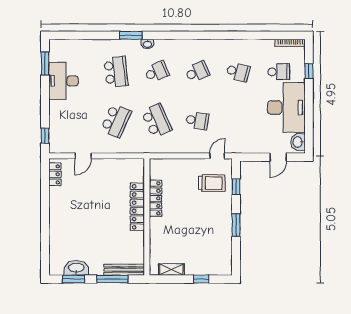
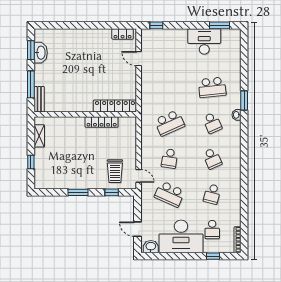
school desk: (116, 121) -> (170, 194), moved
locker: (137, 207) -> (115, 106), moved
bench: (124, 270) -> (39, 99), width x0.73

